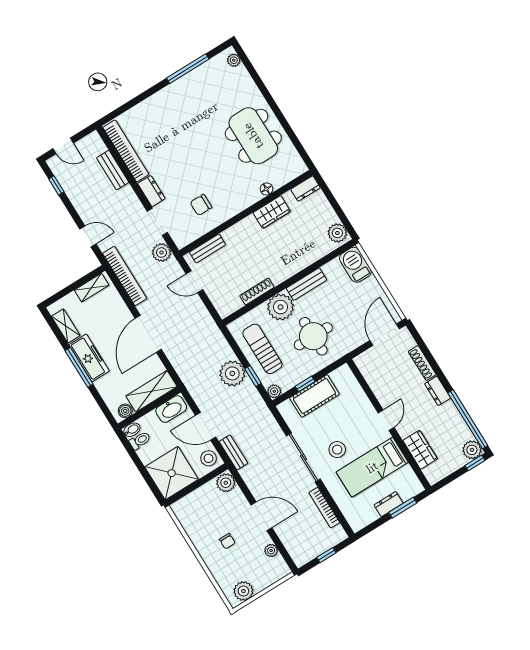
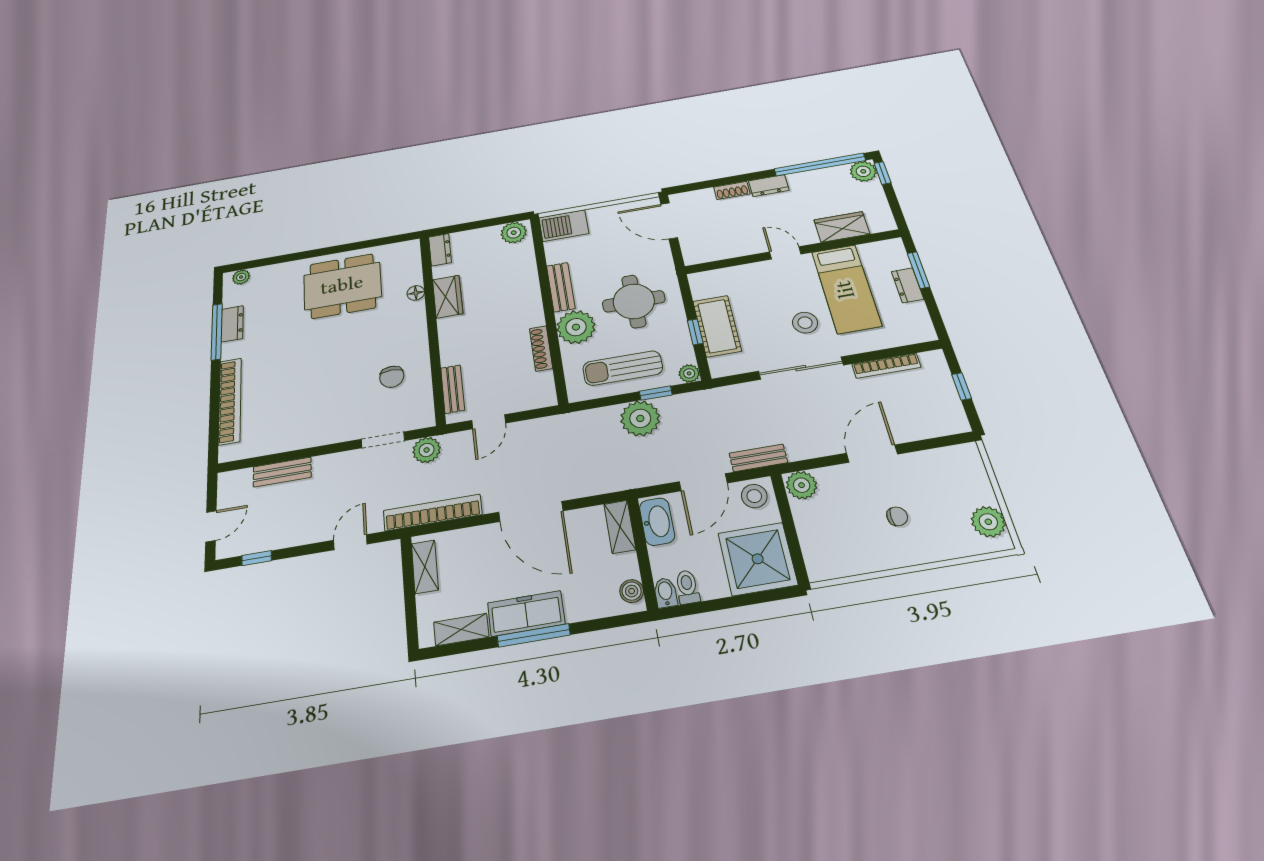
bookcase: (126, 151) -> (230, 401), moved, turned 90
dresser: (151, 191) -> (232, 324), moved, turned 90
shoe rack: (422, 363) -> (732, 190), width x0.70
shelving: (151, 391) -> (620, 527), width x0.67, depth x0.75
plant: (271, 550) -> (932, 459), removed

